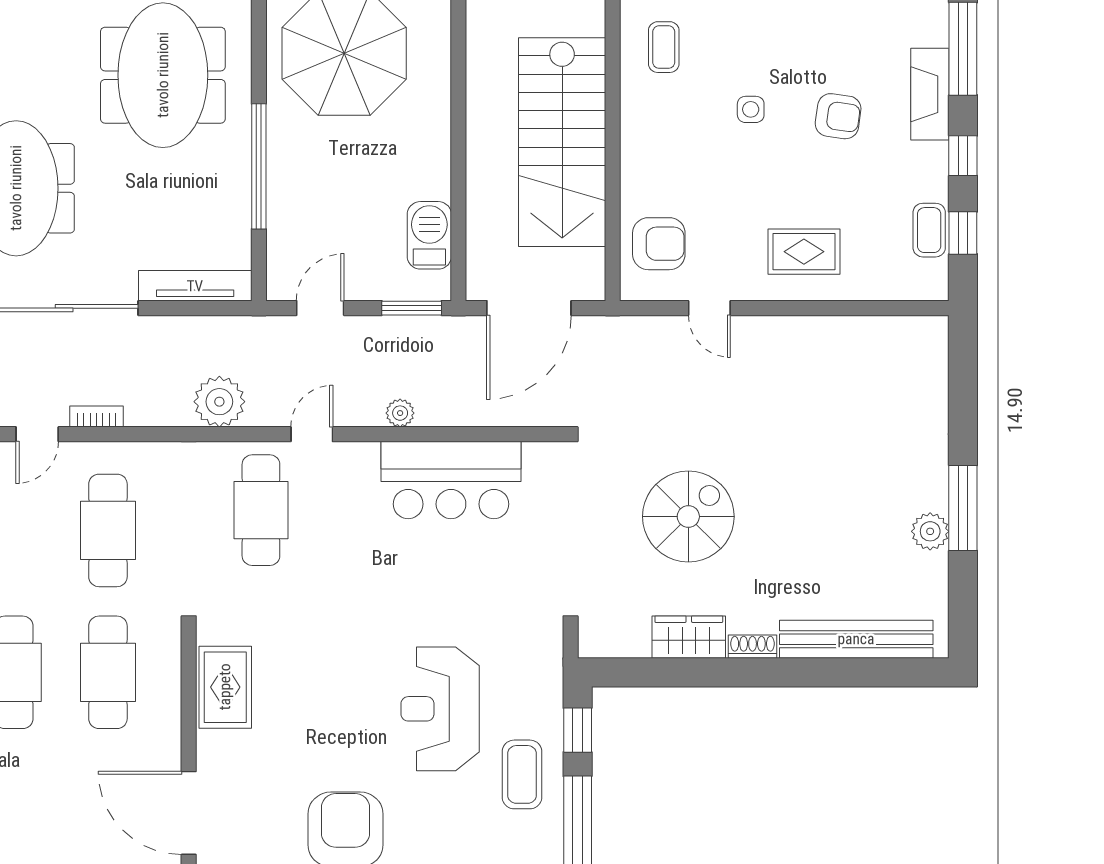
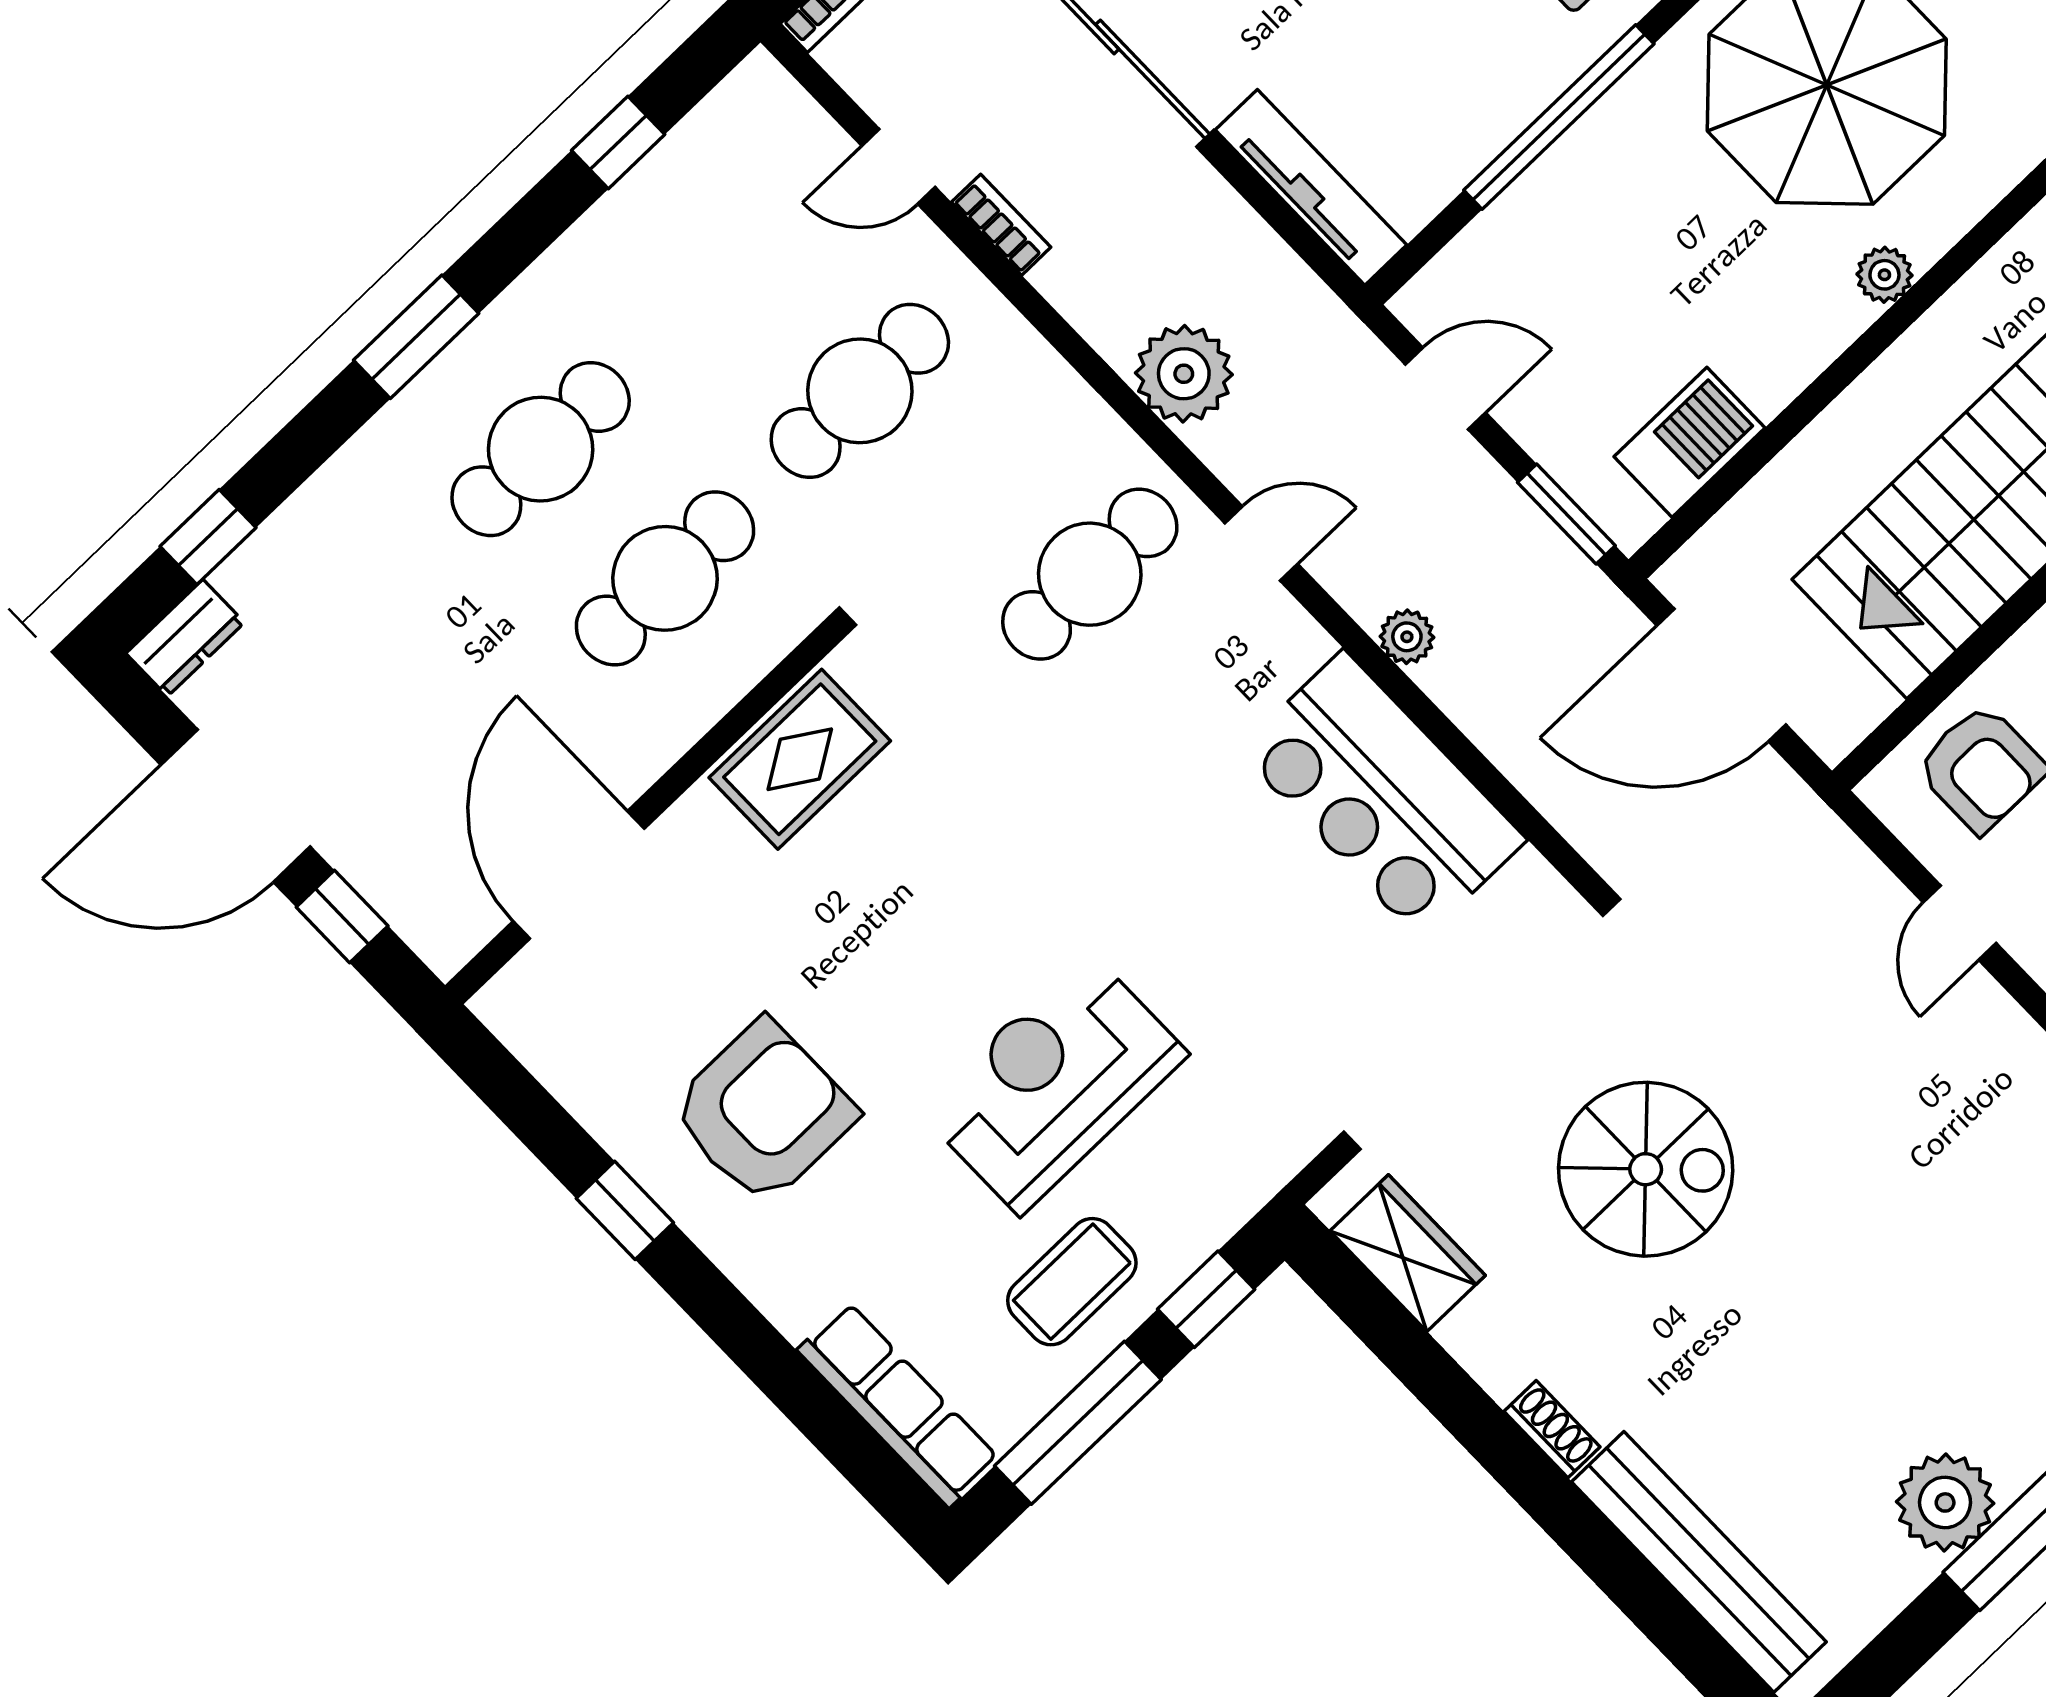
plant: (437, 101) -> (1884, 275), added
plant: (930, 531) -> (1945, 1502), width x1.36, depth x1.36
wardrobe: (689, 637) -> (1408, 1253), moved

